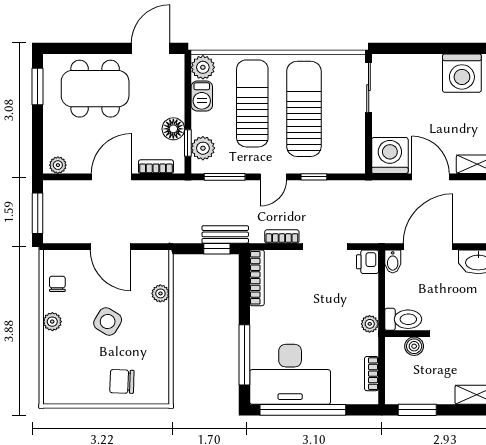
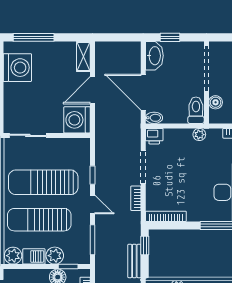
plant: (203, 148) -> (55, 256), moved
bench: (225, 234) -> (134, 261), moved

